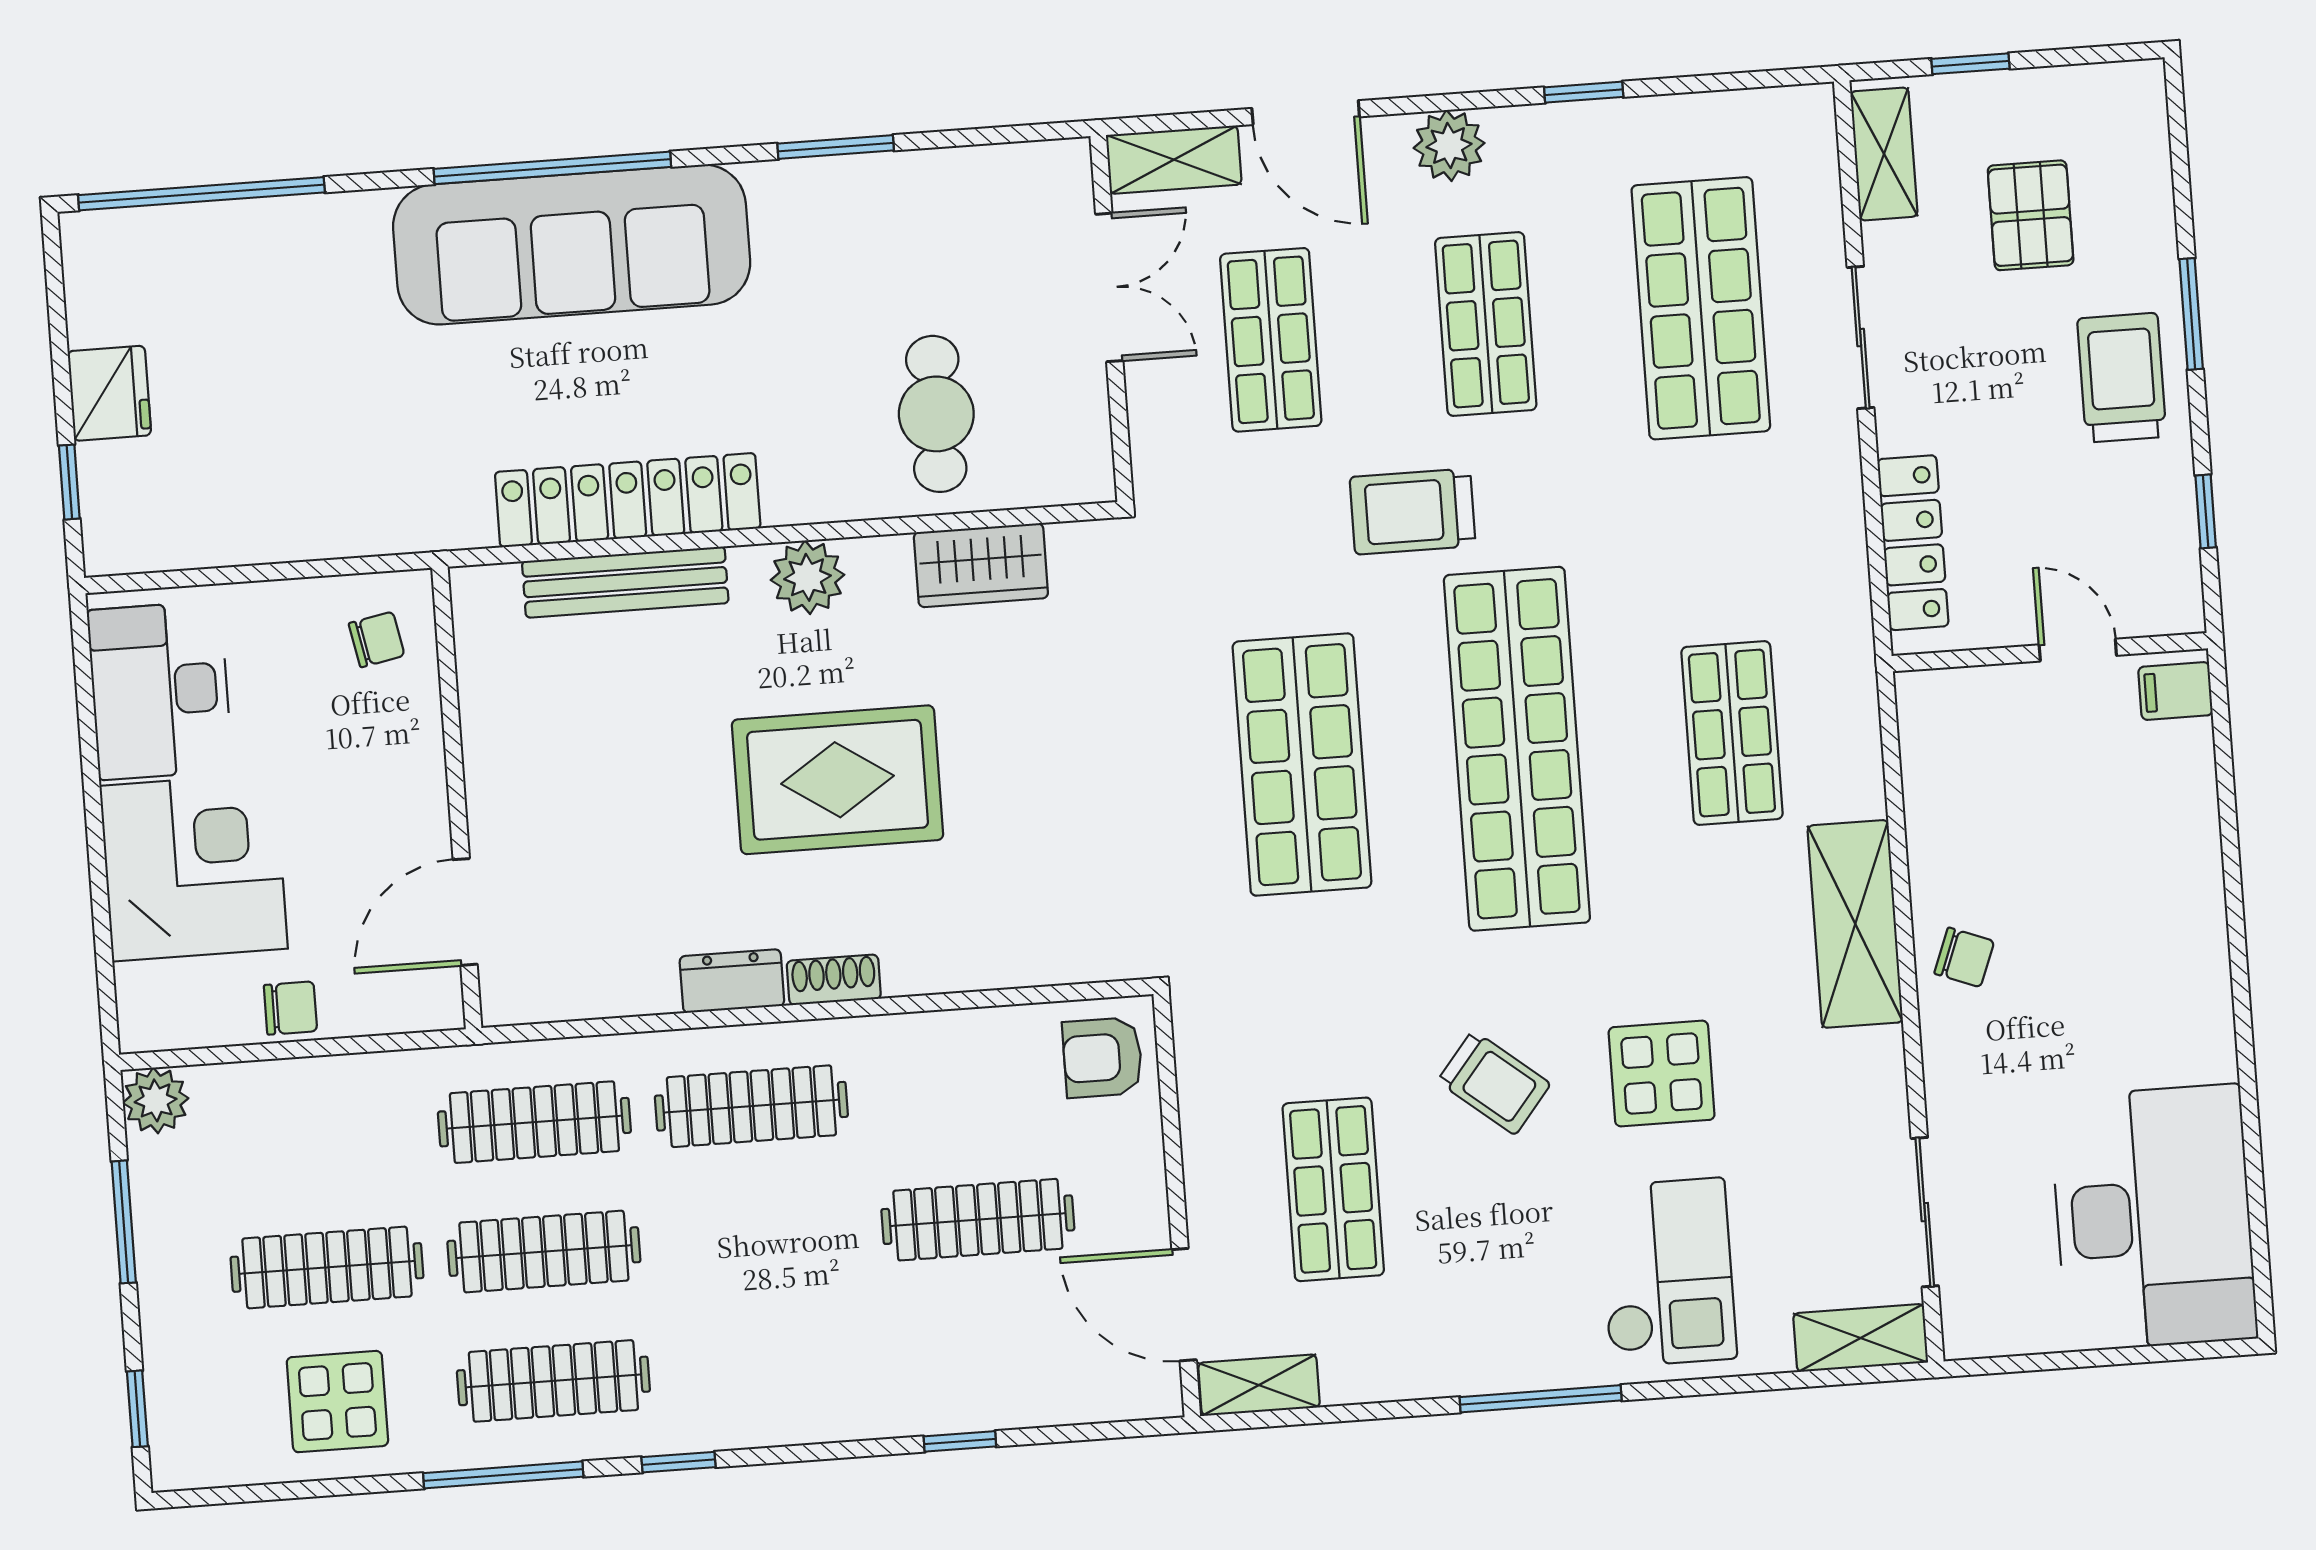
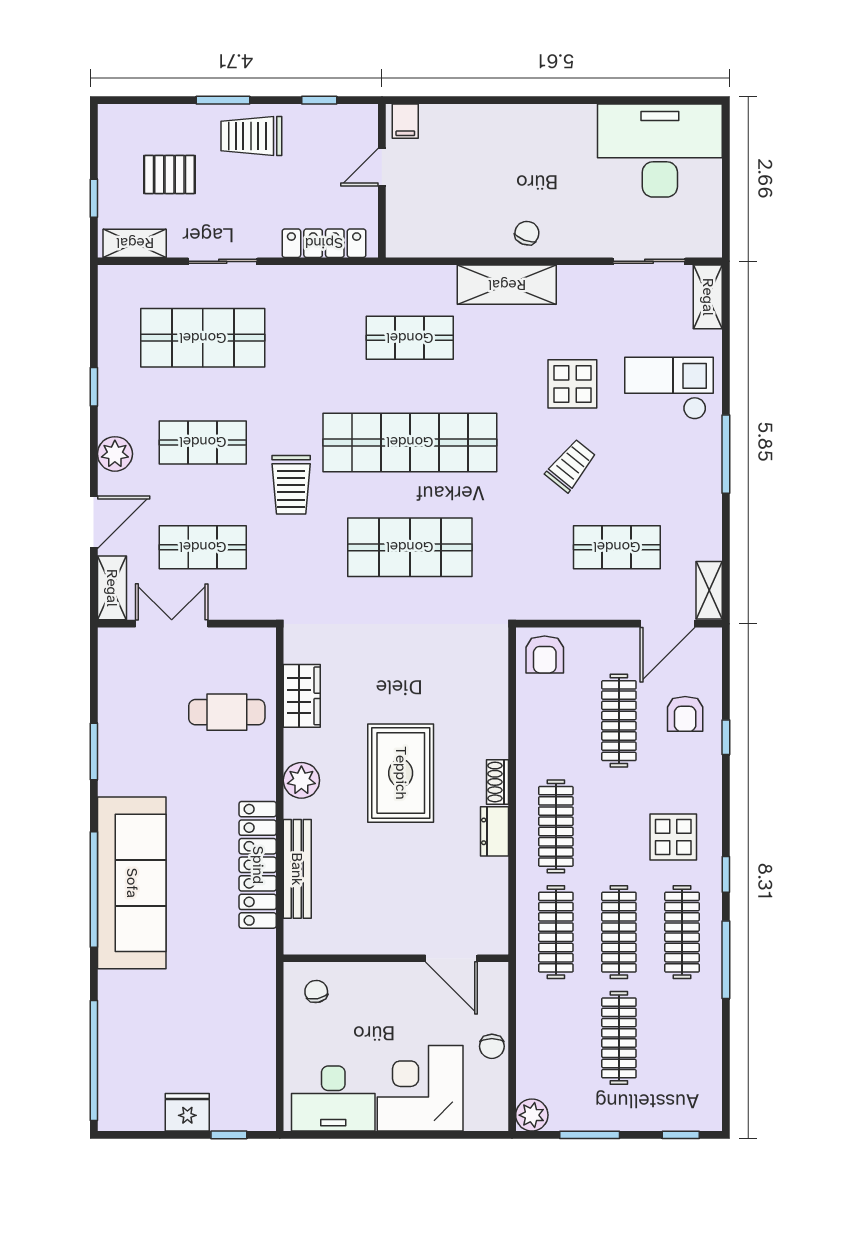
chair: (290, 1008) -> (492, 1046), turned 180
armchair: (1002, 1354) -> (685, 714), added
display table: (337, 1402) -> (673, 837), moved

